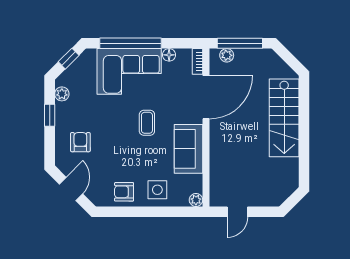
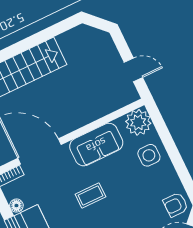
armchair: (124, 192) -> (176, 205), moved, turned 90
plant: (196, 200) -> (138, 122), width x1.87, depth x1.87

